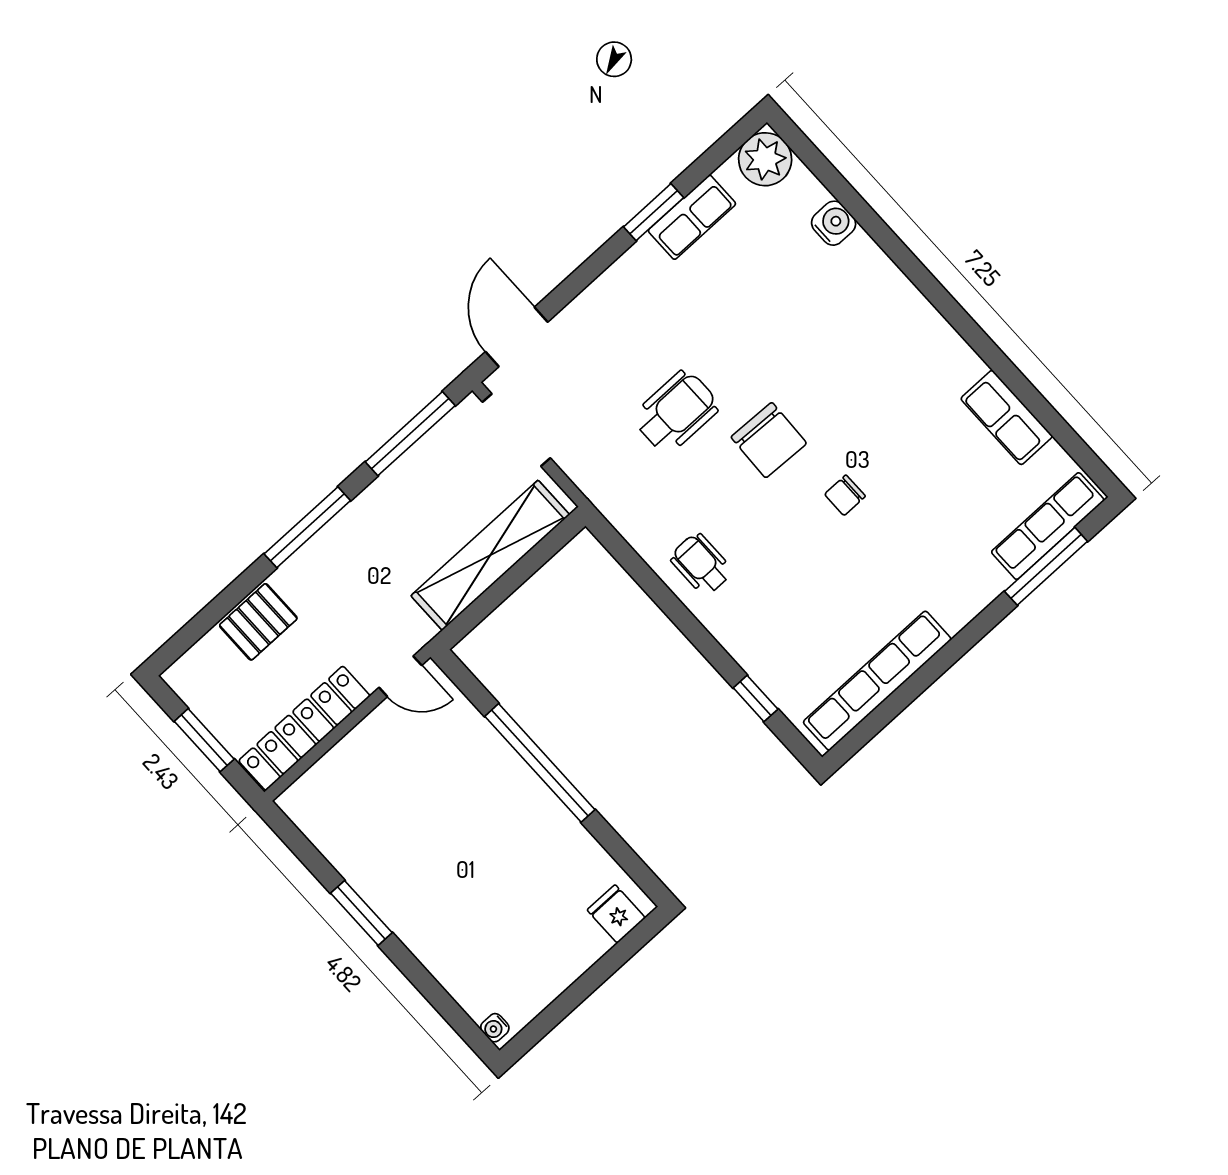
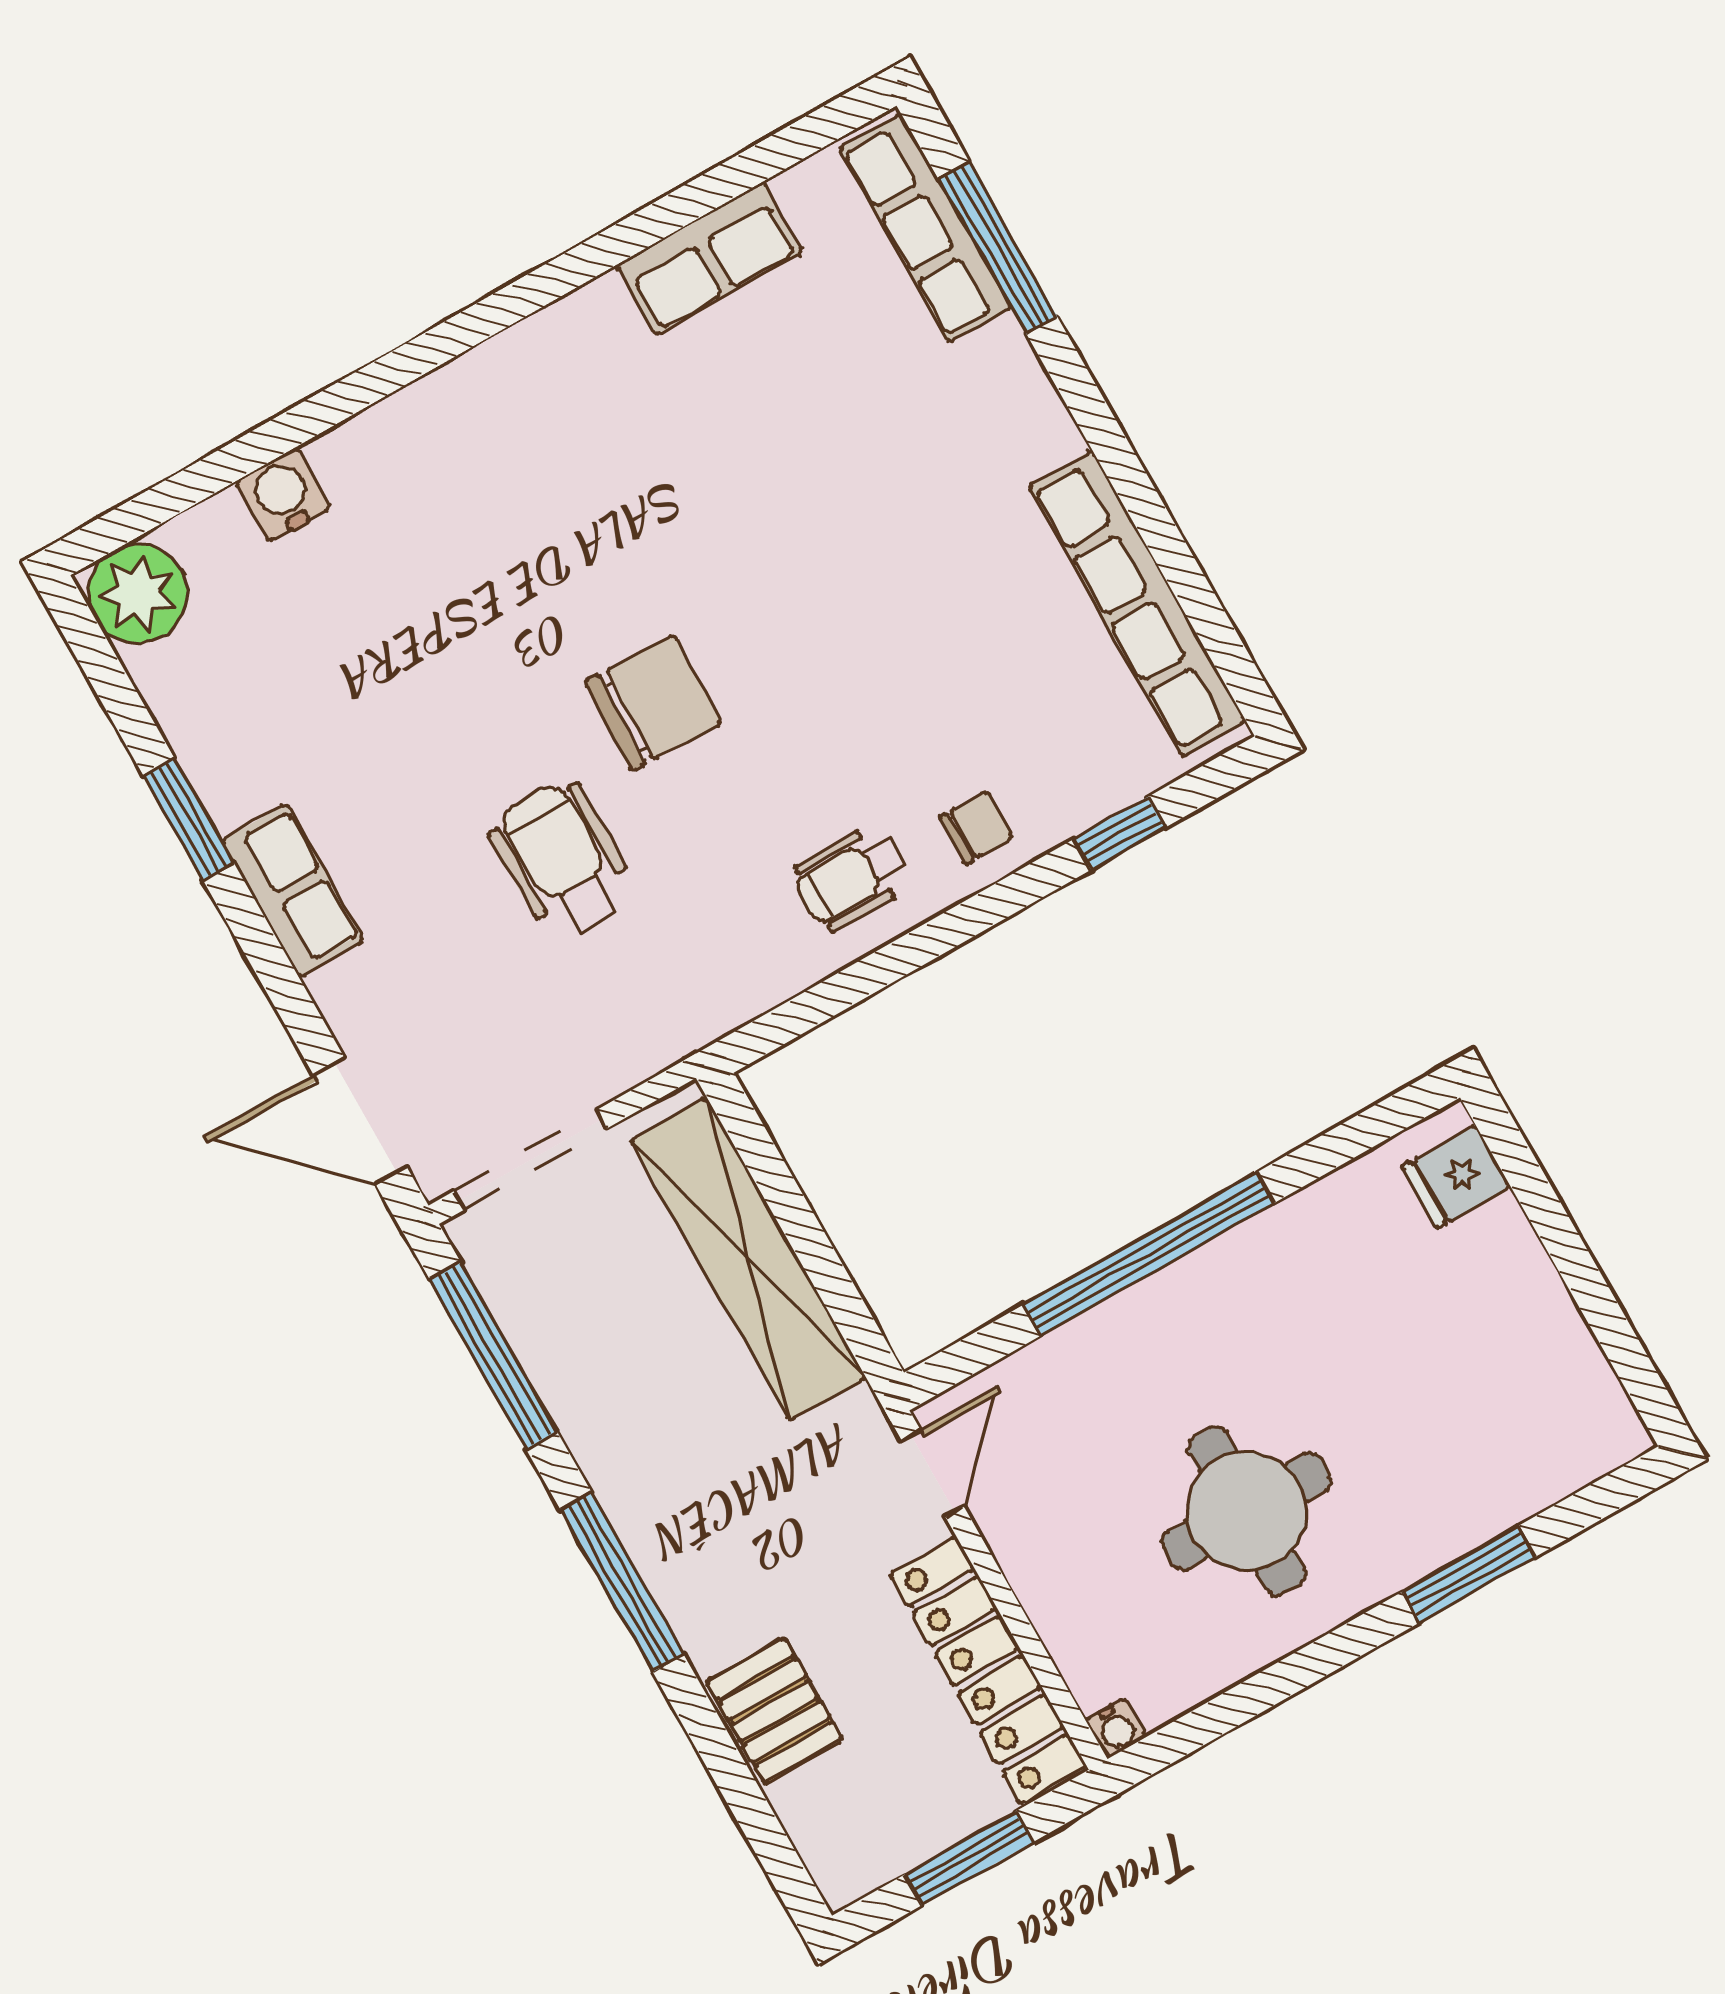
row of seats: (692, 217) -> (293, 891), moved
chair: (845, 495) -> (976, 828), moved, turned -90
round table: (417, 844) -> (1247, 1511), added
window: (361, 913) -> (1469, 1574), moved
water cooler: (495, 1028) -> (1116, 1728), moved

